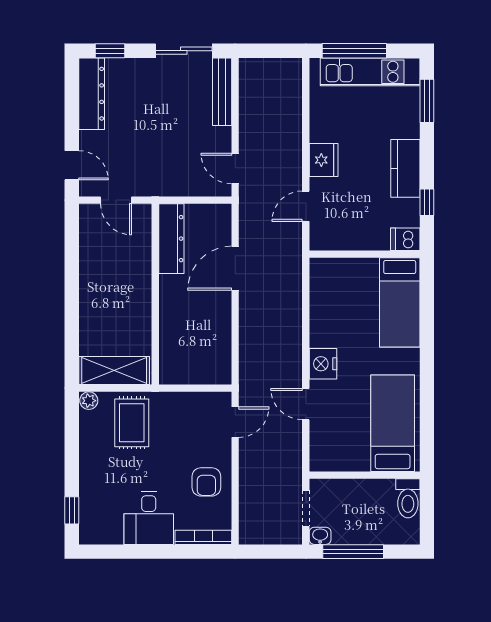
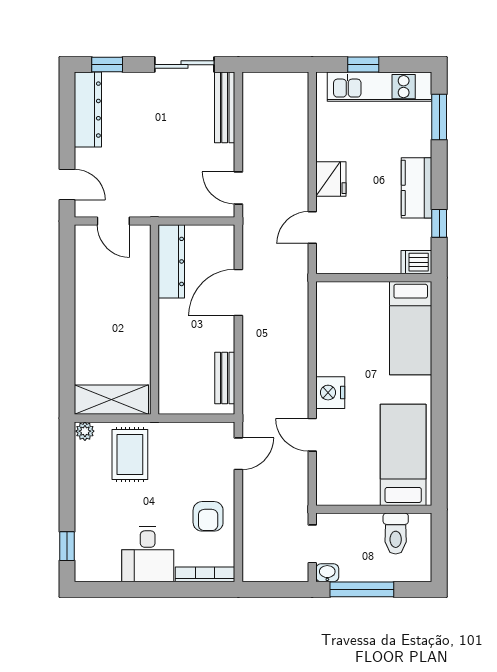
window: (354, 51) -> (363, 65), width x0.46
bench: (222, 350) -> (225, 378), added
toilet: (408, 498) -> (396, 534), moved

